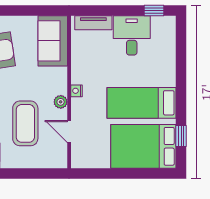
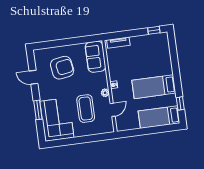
desk: (132, 35) -> (142, 47), removed
door: (69, 132) -> (113, 110), swing flipped
bed: (143, 146) -> (159, 117), width x0.67

